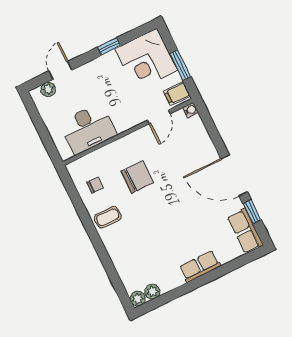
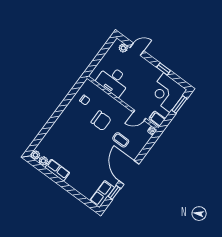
window: (180, 65) -> (179, 104), moved
coffee table: (108, 217) -> (121, 140), moved
row of seats: (200, 266) -> (57, 170), moved

